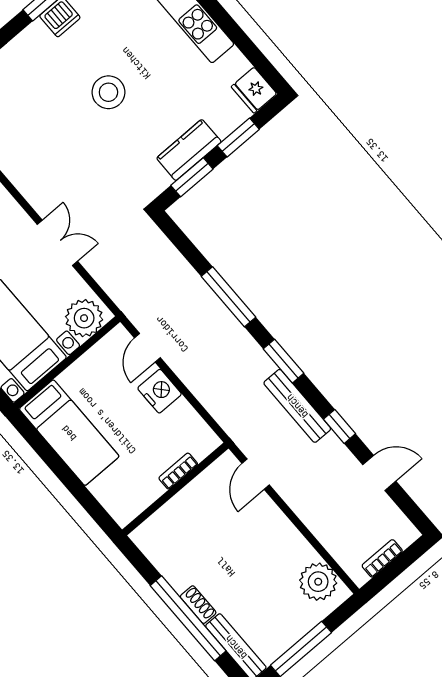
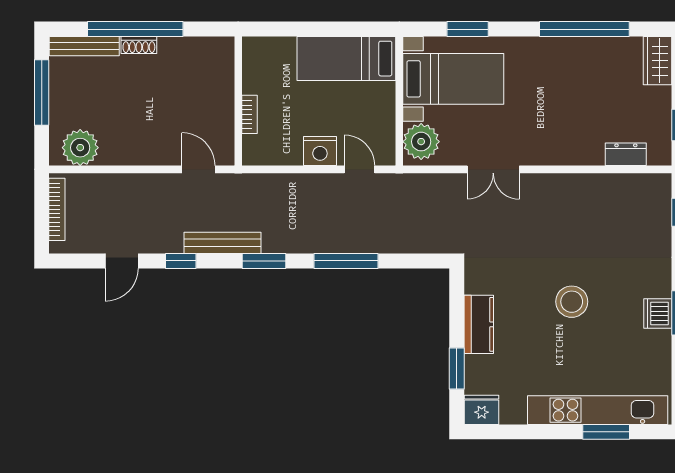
window: (192, 177) -> (457, 309), removed
bookcase: (382, 558) -> (57, 209), width x1.56

